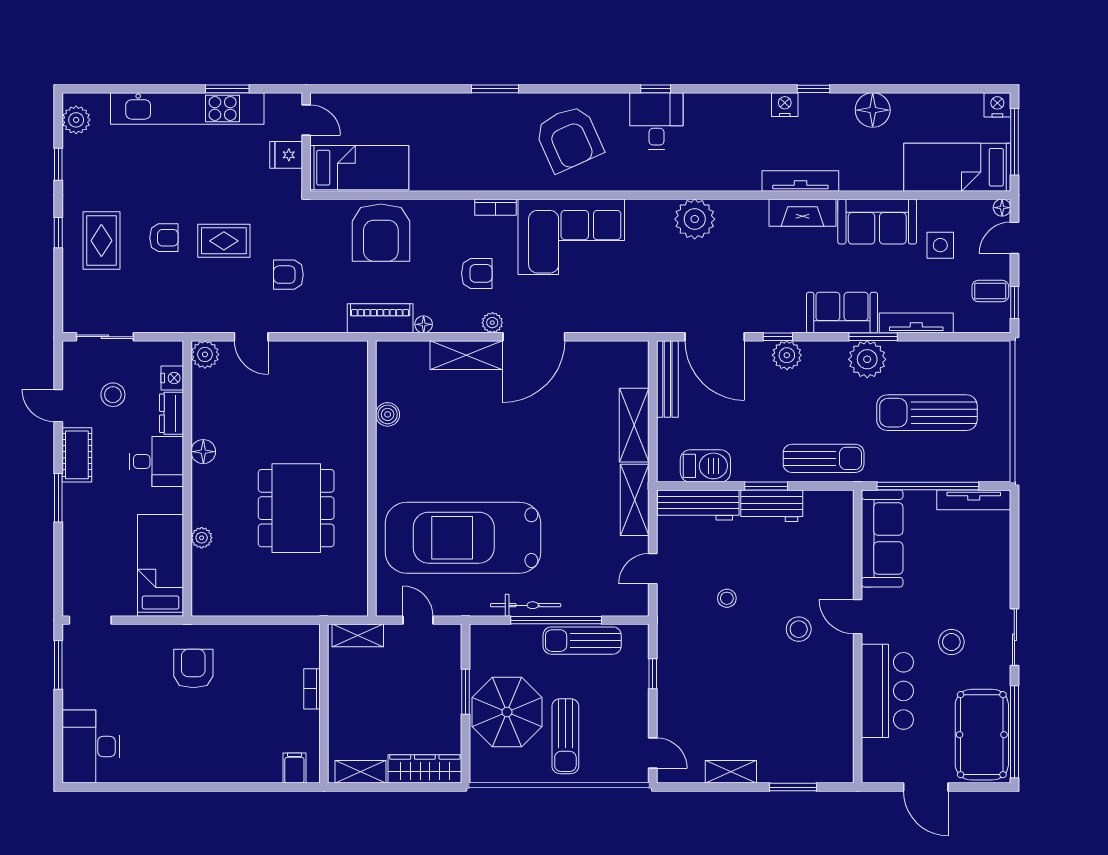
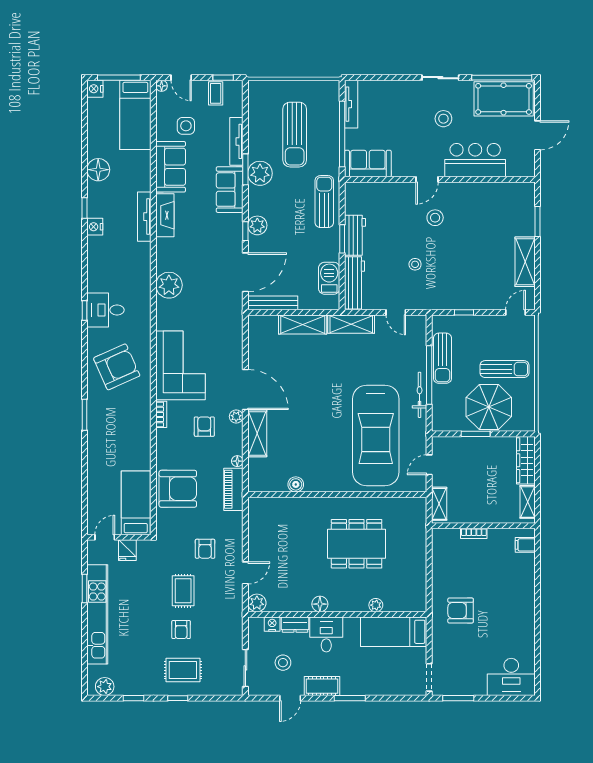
armchair: (164, 238) -> (181, 630), turned 180
sofa: (882, 538) -> (368, 164), width x0.73
shelving: (731, 772) -> (525, 262), width x1.50, depth x1.33

